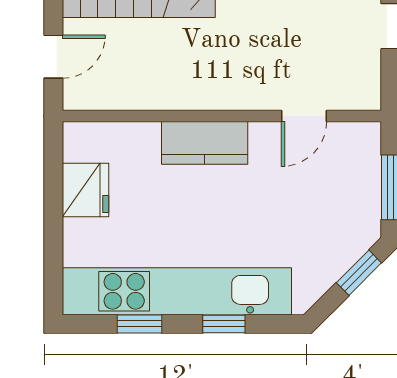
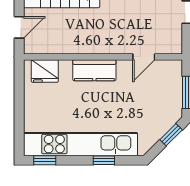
fridge: (85, 190) -> (45, 71), moved, turned 90
window: (139, 324) -> (45, 160), moved

